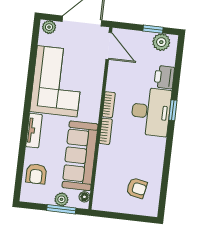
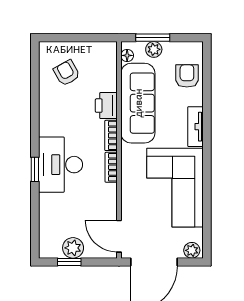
plant: (161, 42) -> (73, 248), moved
printer: (164, 77) -> (106, 106), moved, turned 180
armchair: (137, 188) -> (67, 73), turned 50

